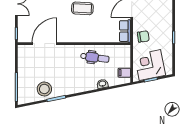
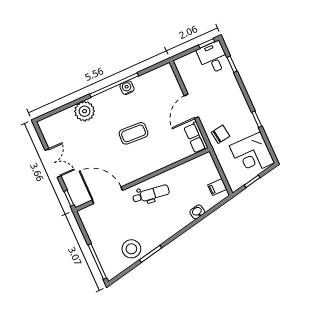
door: (44, 44) -> (107, 195), hinge flipped
dental chair: (95, 58) -> (151, 194), moved
corner desk: (150, 65) -> (252, 154), moved, turned -79

